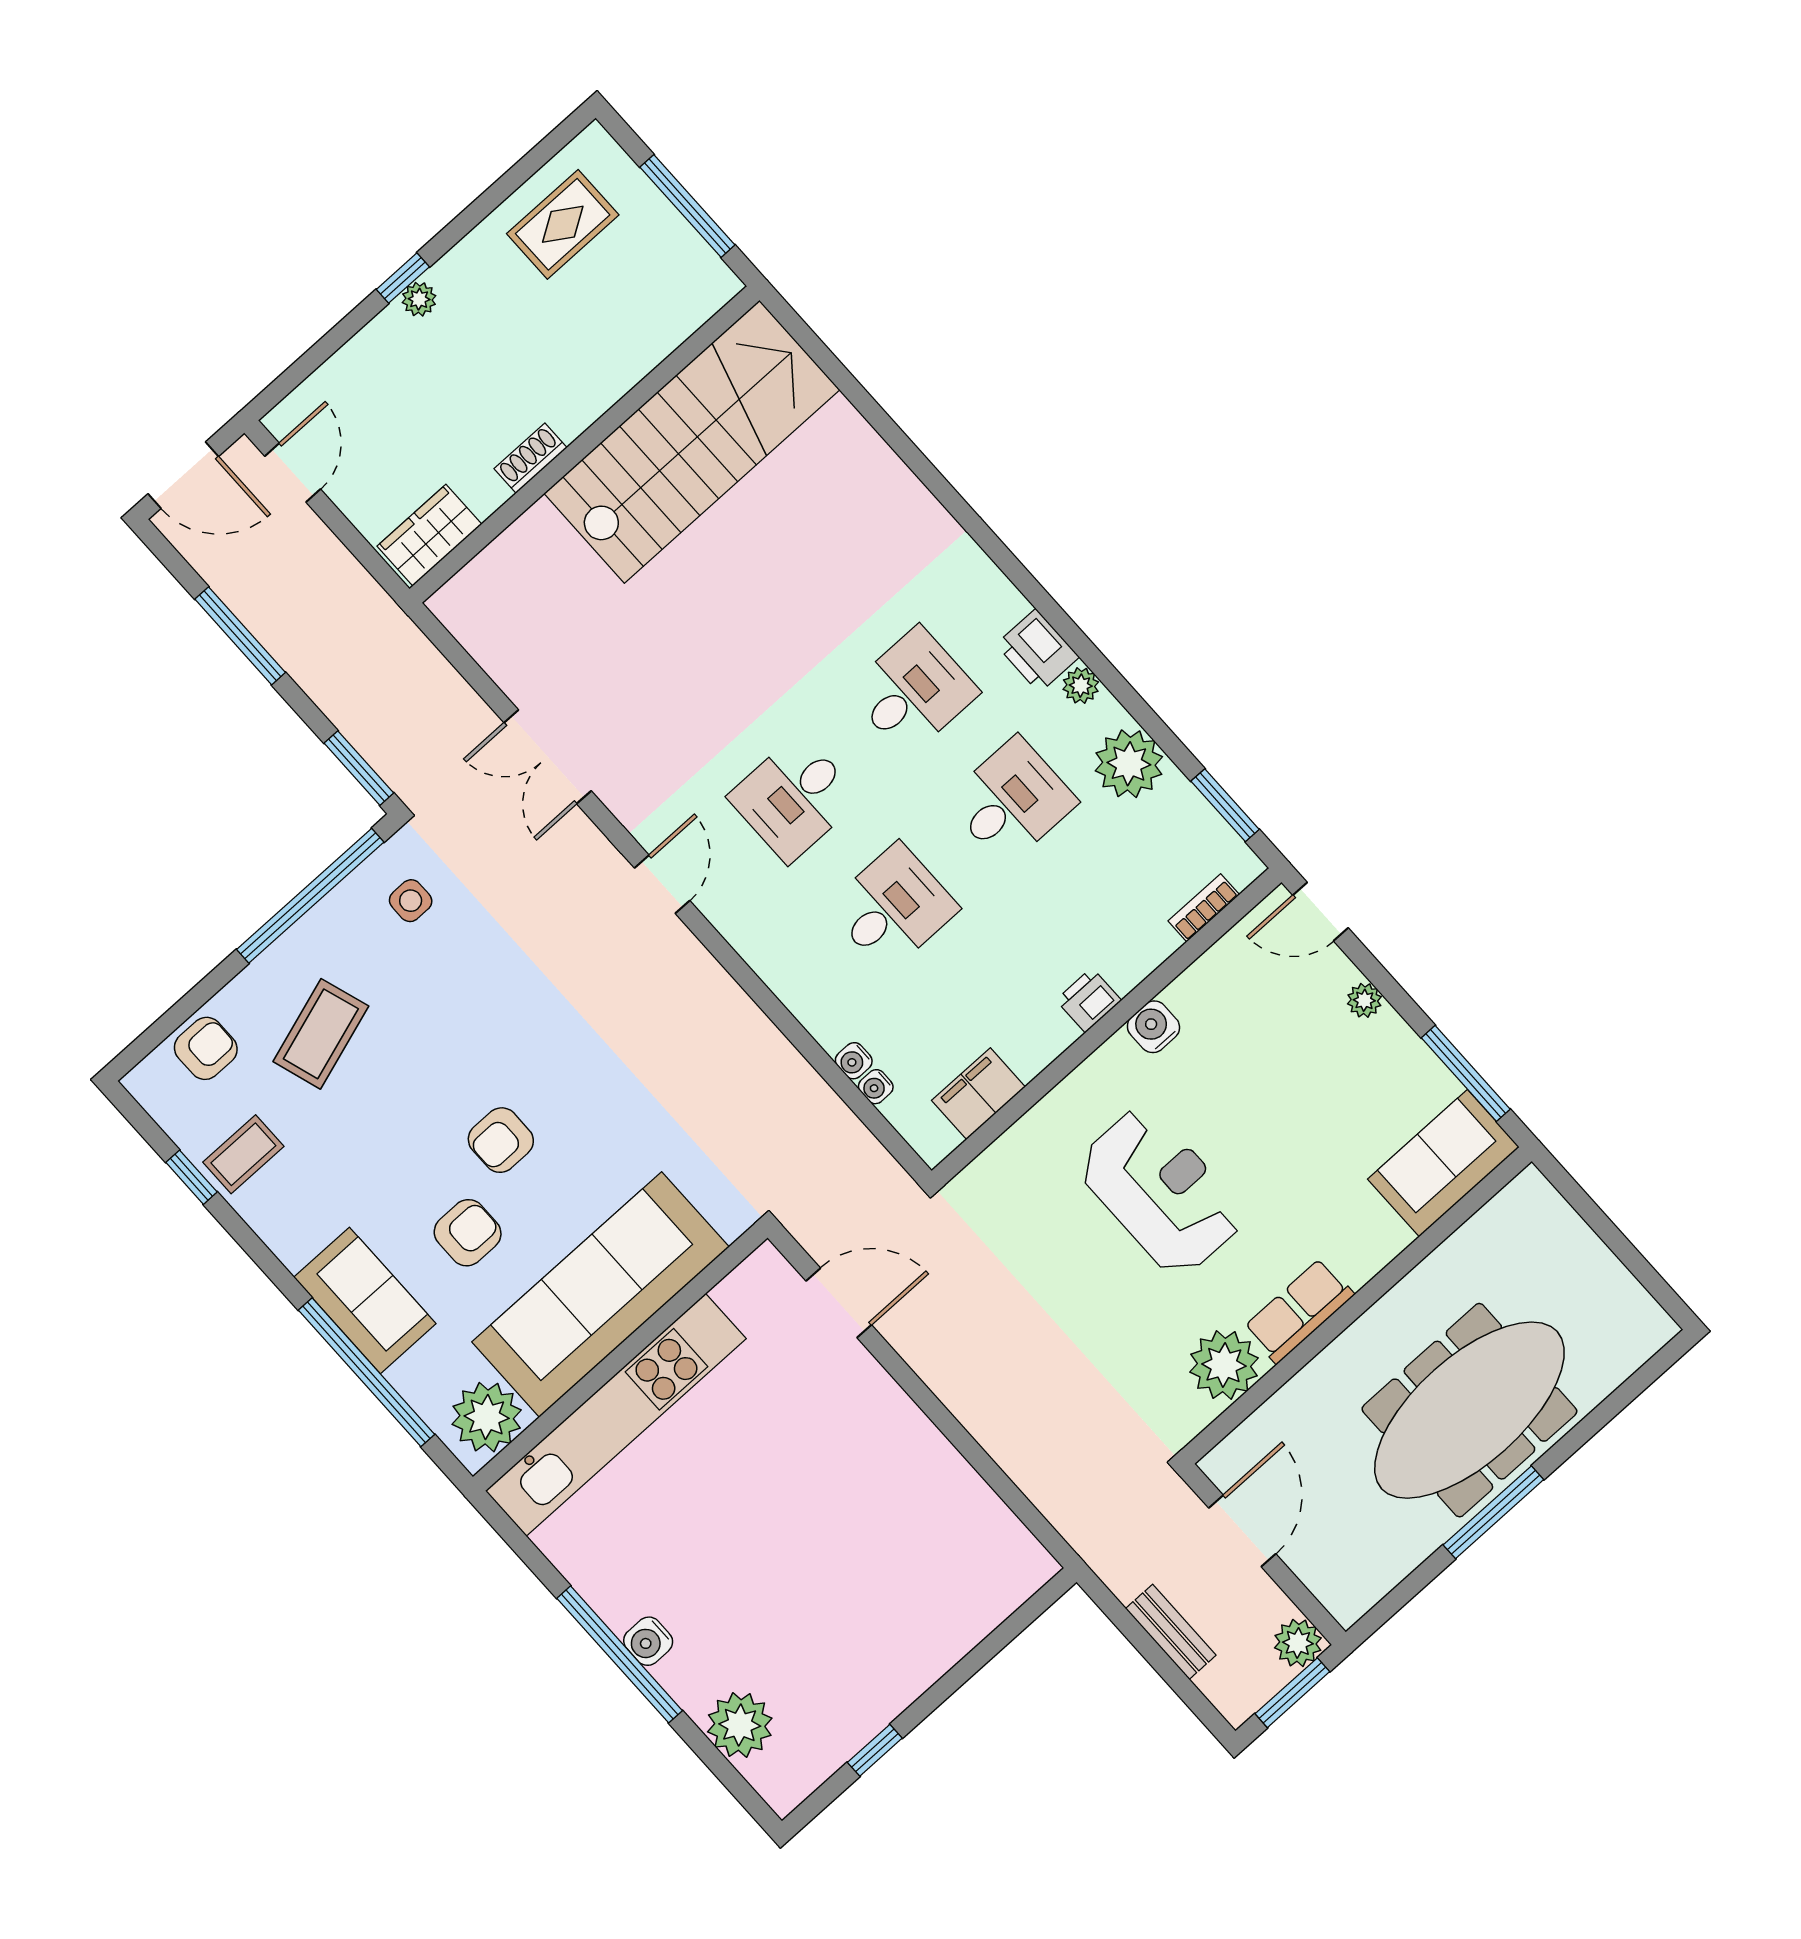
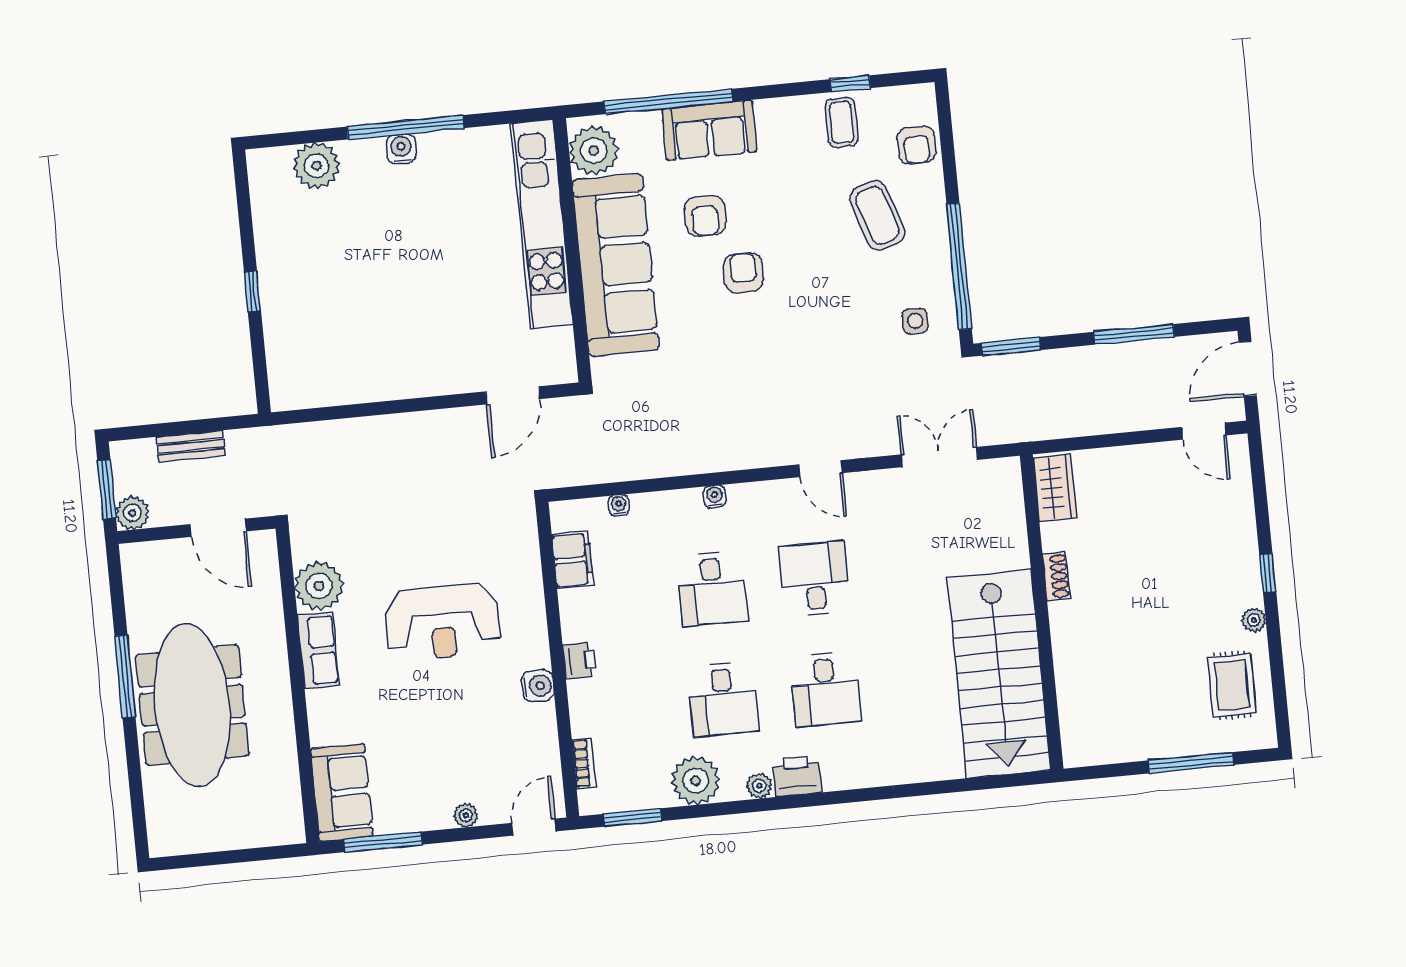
plant: (419, 299) -> (1254, 620), moved
stairs: (692, 442) -> (999, 674), moved
wall: (584, 445) -> (1042, 612), moved
shoe rack: (531, 458) -> (1056, 576), moved
wardrobe: (429, 535) -> (1055, 488), moved
water cooler: (854, 1061) -> (715, 497), moved
window: (875, 1750) -> (252, 291), moved

